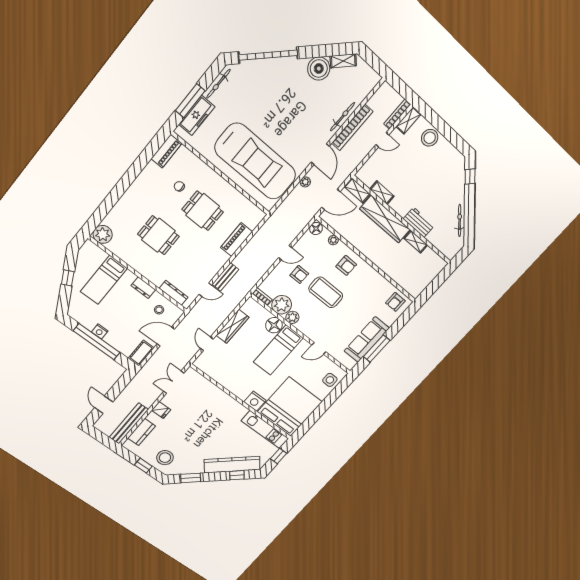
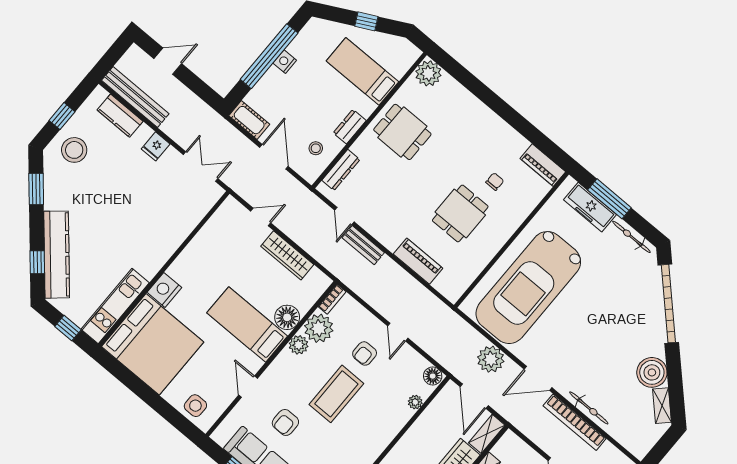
plant: (305, 182) -> (491, 359), width x1.88, depth x1.88
dining table: (158, 235) -> (402, 132), moved, turned 90
armchair: (346, 265) -> (285, 422), moved

